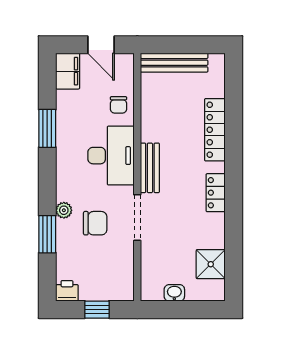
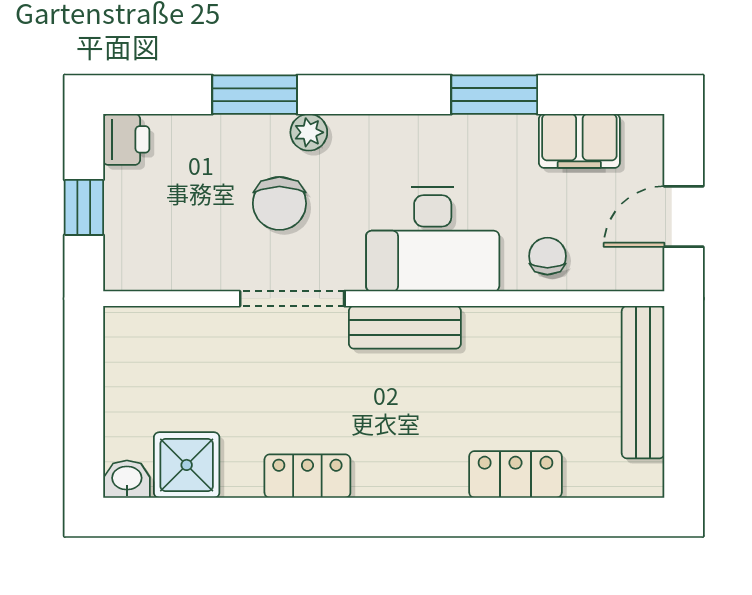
filing cabinet: (68, 71) -> (579, 141), moved
chair: (118, 105) -> (547, 256), turned 90
locker: (215, 130) -> (516, 474), width x0.66
locker: (216, 193) -> (307, 476), moved
washbasin: (174, 293) -> (127, 479), moved, turned -90

